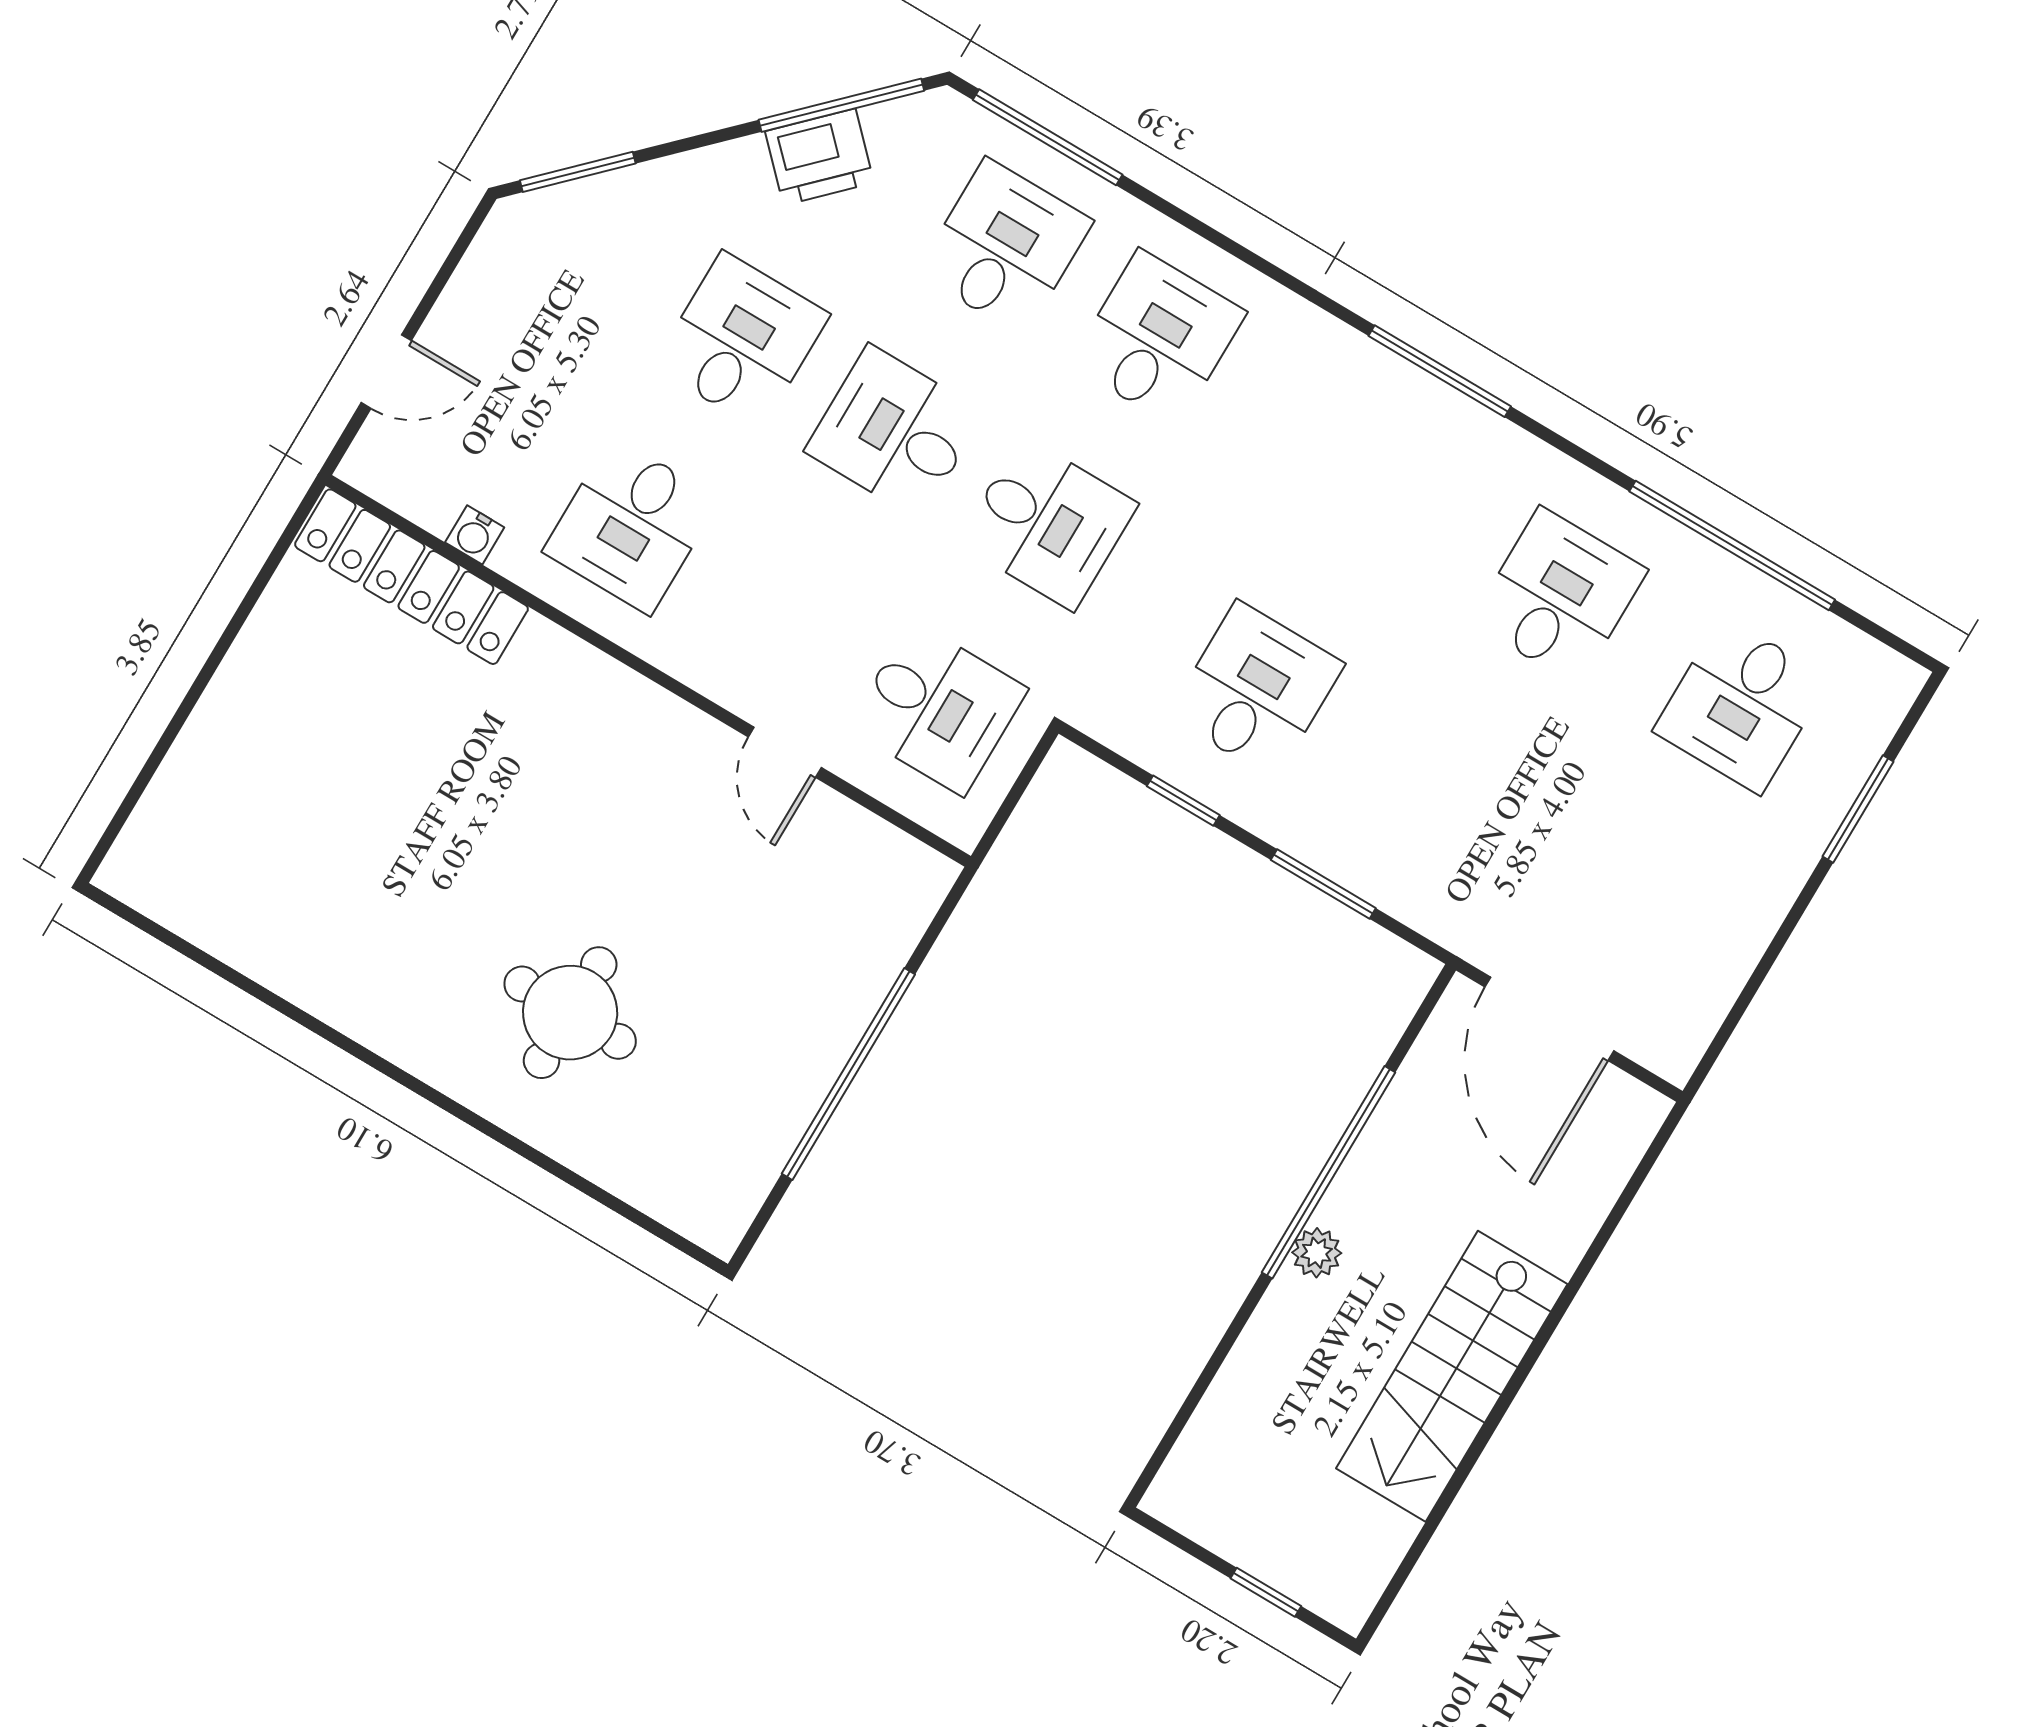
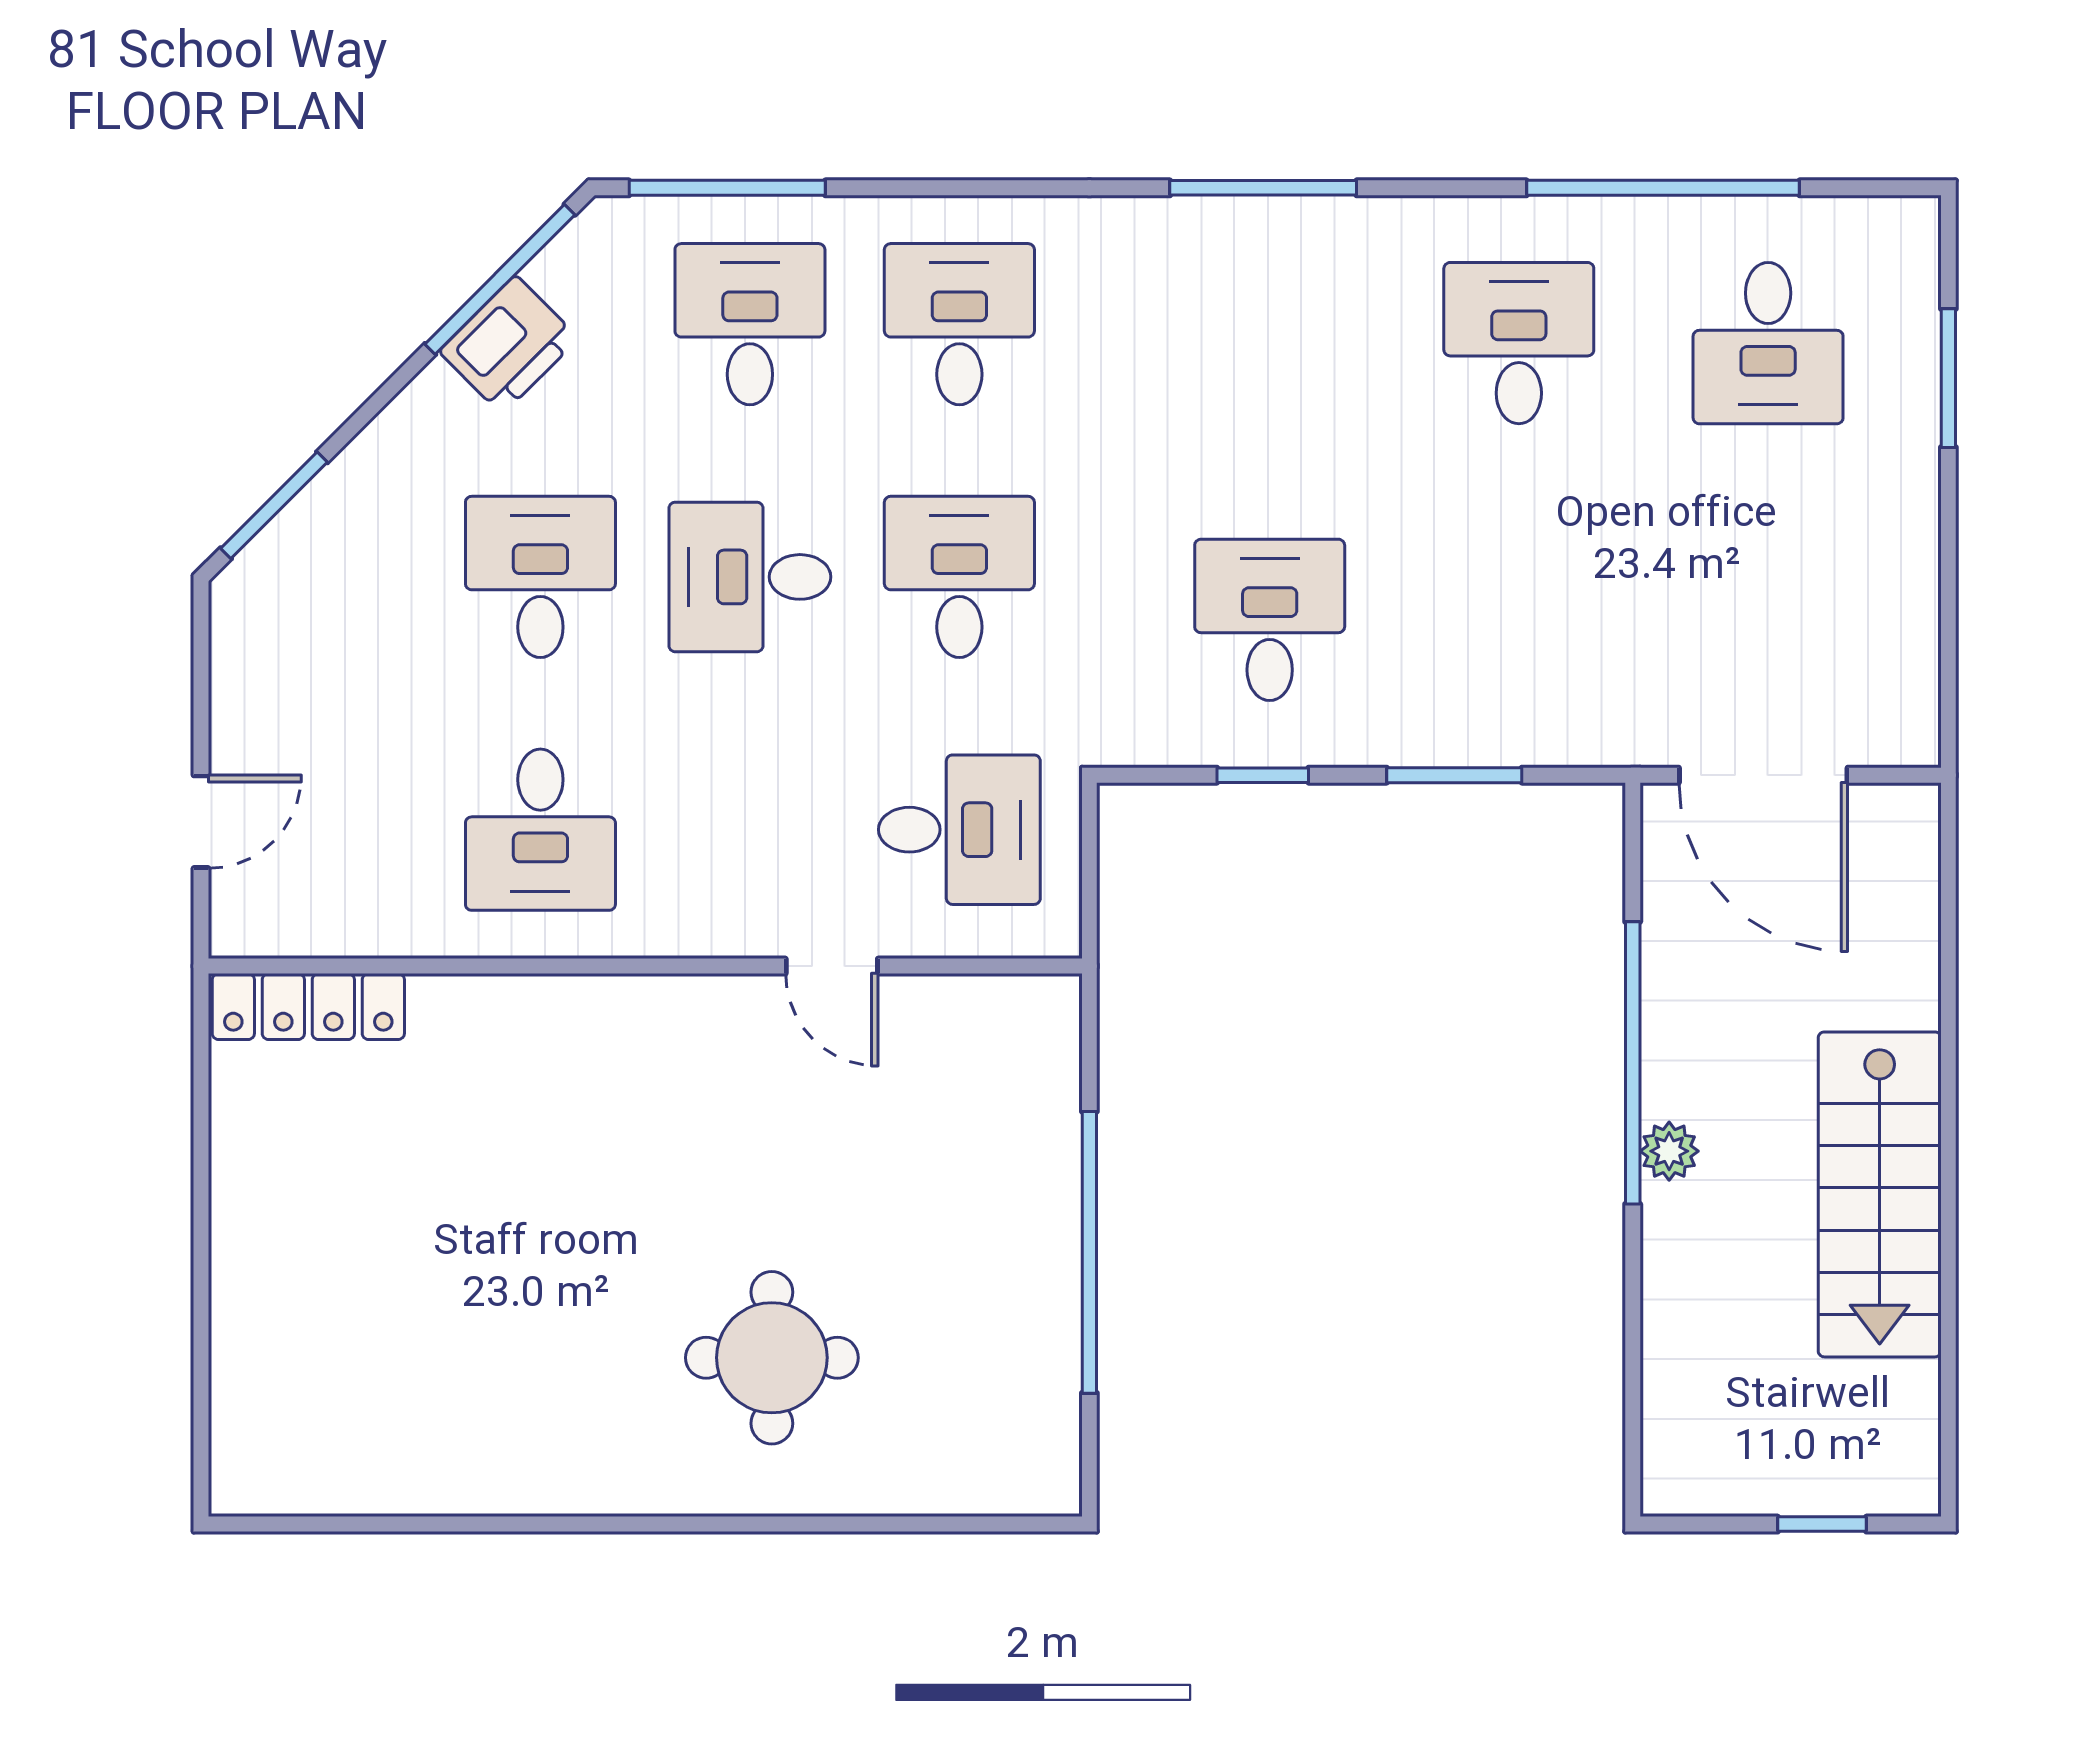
desk: (1048, 523) -> (959, 577), turned -90
water cooler: (475, 535) -> (388, 933), removed
locker: (411, 577) -> (308, 1007), width x0.71, depth x0.83

